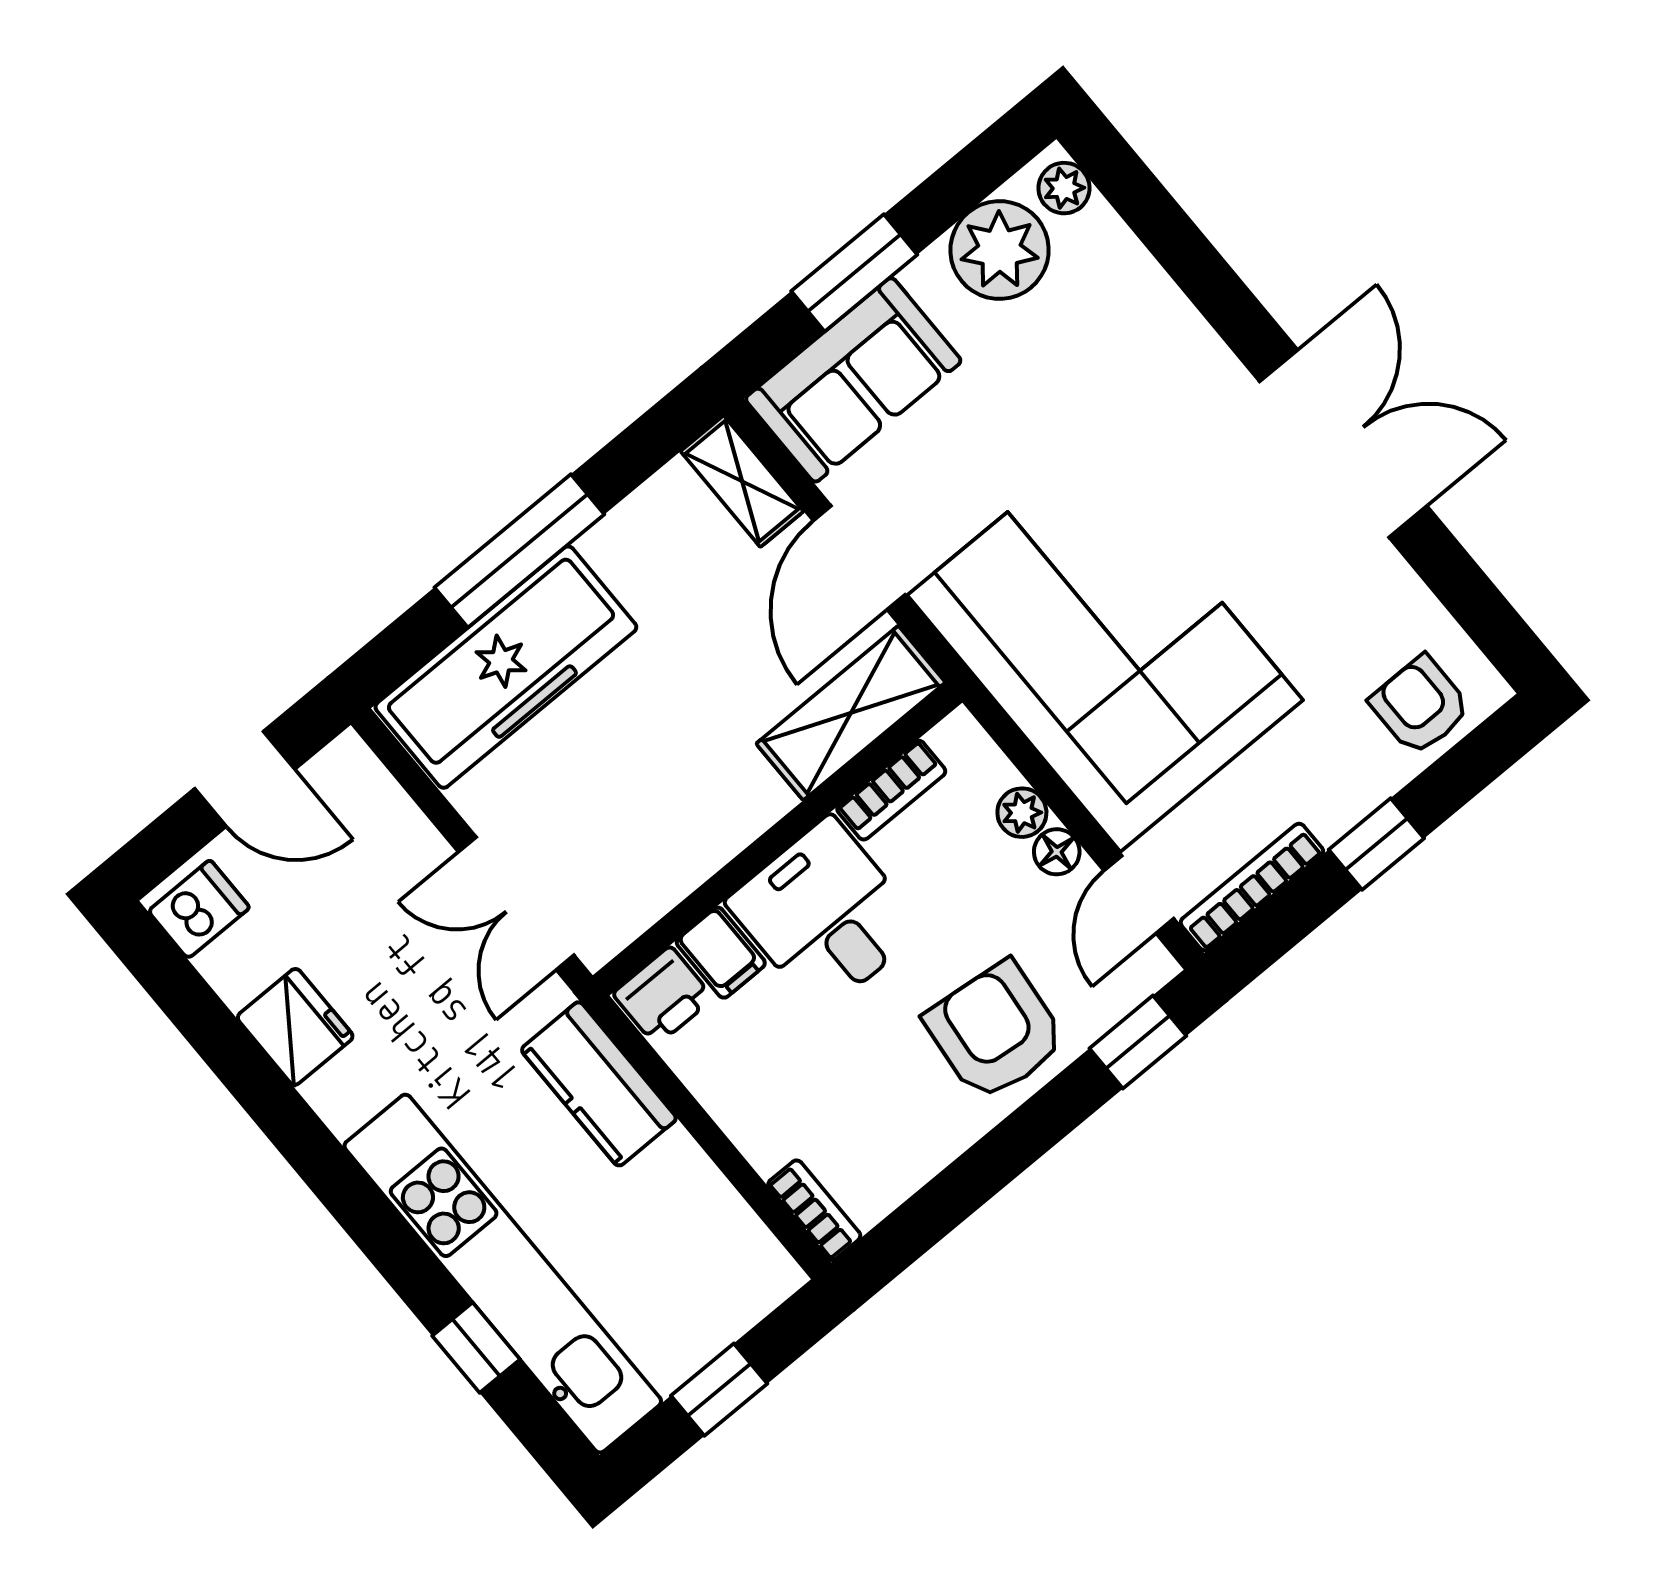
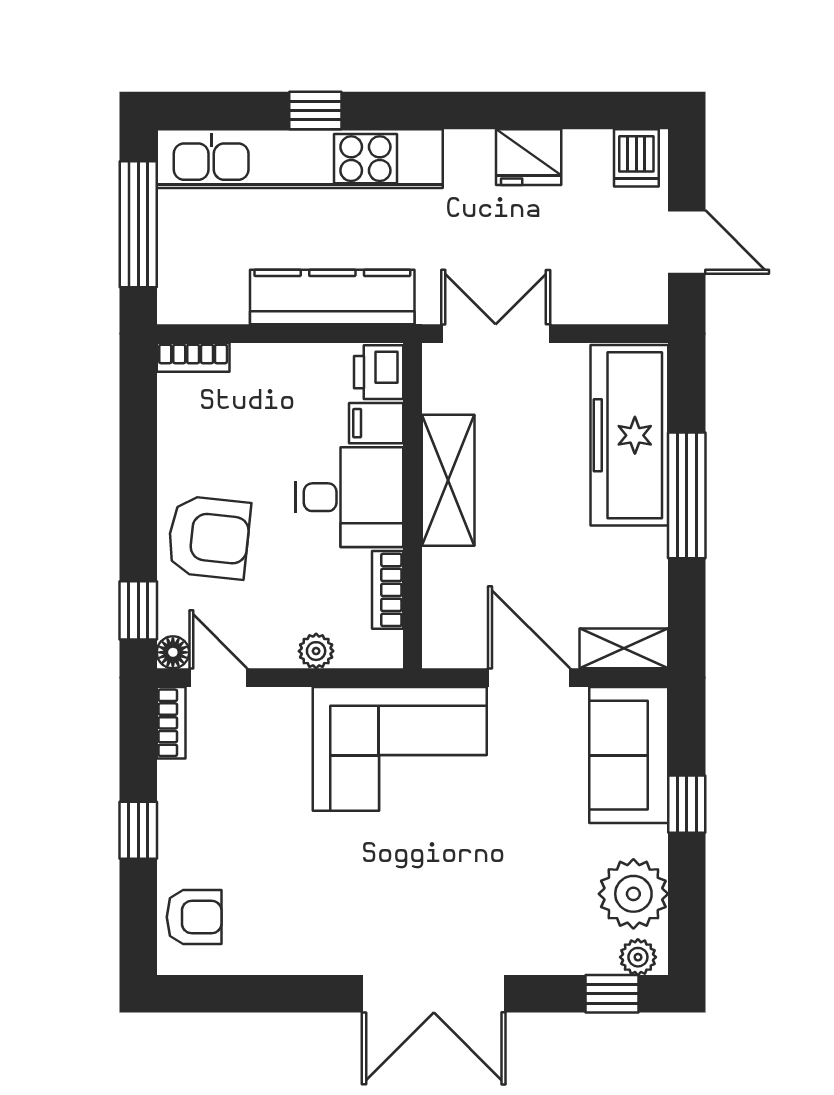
window: (1127, 183) -> (612, 994), added
window: (854, 273) -> (687, 804), width x0.67
double door: (1343, 444) -> (434, 994), moved
corner sofa: (1105, 648) -> (400, 749), width x0.73, depth x0.74
shelving: (851, 713) -> (448, 480), moved
door: (245, 779) -> (687, 242), swing flipped
floor lamp: (1057, 852) -> (173, 652), moved
bookcase: (1252, 887) -> (171, 723), width x0.64
kitchen counter: (599, 1084) -> (332, 297), width x1.50
window: (476, 1348) -> (315, 111), moved
window: (719, 1390) -> (138, 224), width x2.17

